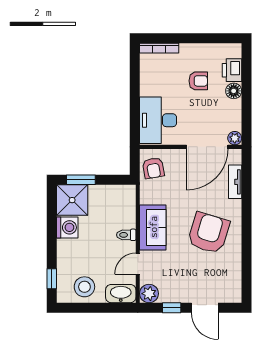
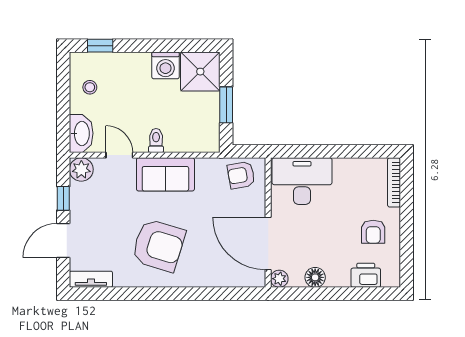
armchair: (198, 81) -> (373, 232), moved
floor lamp: (234, 91) -> (315, 277), moved
window: (81, 180) -> (226, 105), moved
tv unit: (235, 182) -> (91, 279), moved
stool: (84, 287) -> (90, 87), width x0.53, depth x0.53

